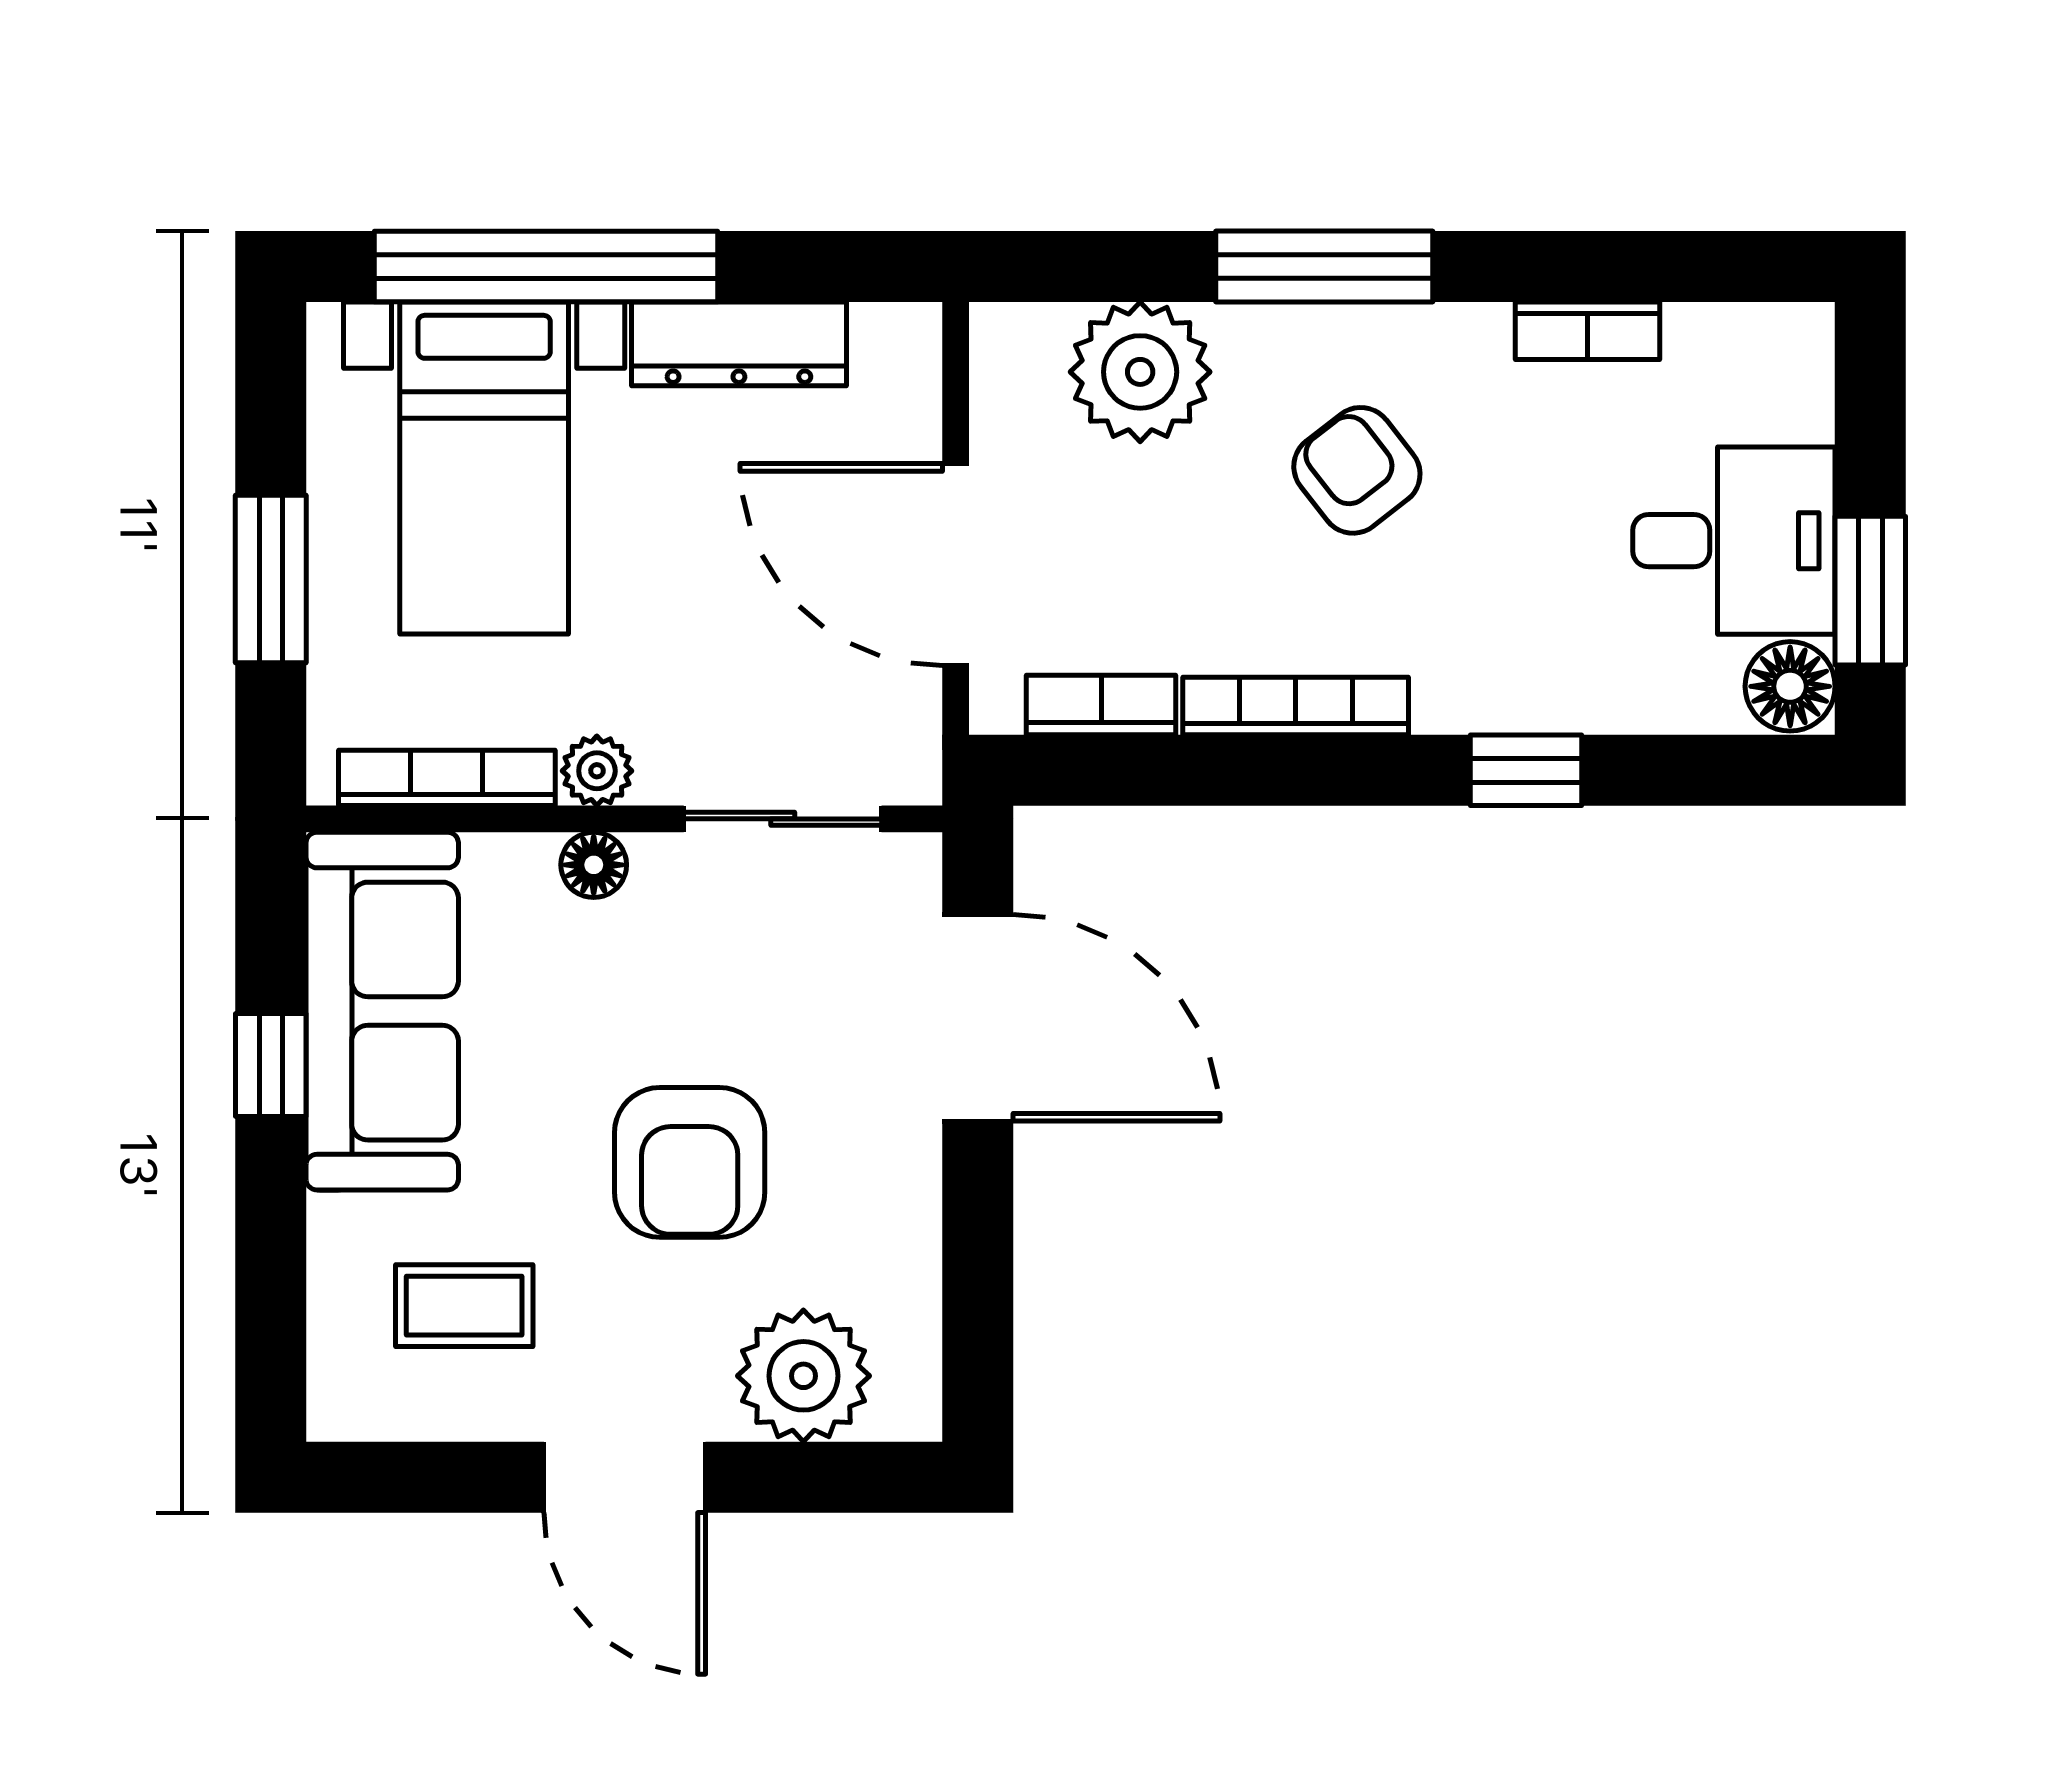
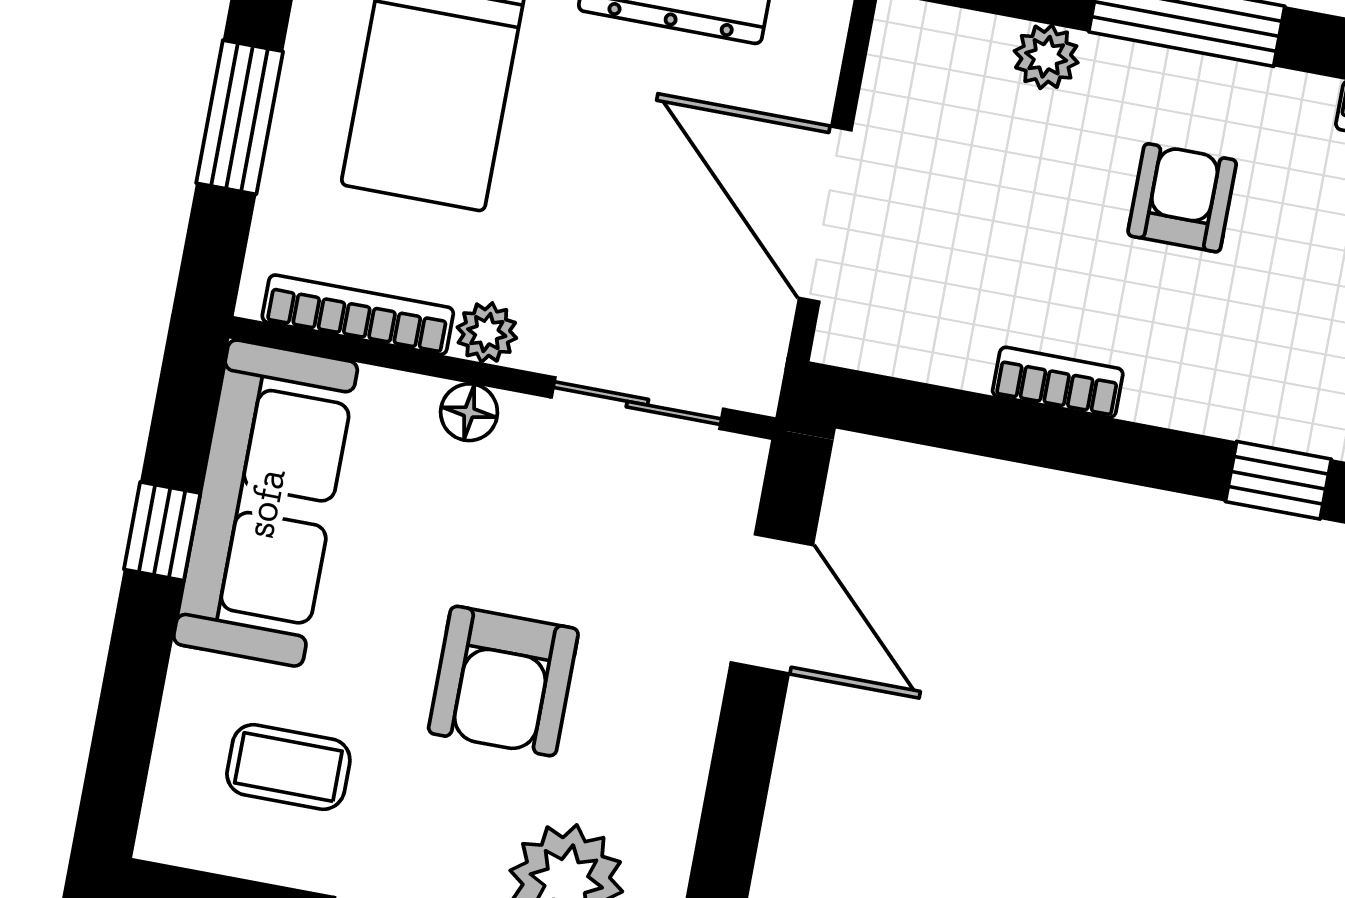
plant: (1140, 372) -> (1046, 57), width x0.53, depth x0.53
armchair: (1357, 470) -> (1182, 198), turned 38
bookcase: (1101, 705) -> (927, 357), removed
bookcase: (1296, 706) -> (1058, 382), width x0.64
door: (978, 1018) -> (772, 604), width x0.73

